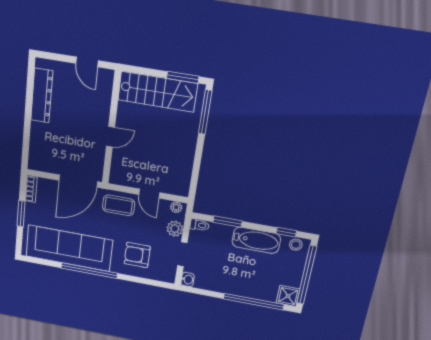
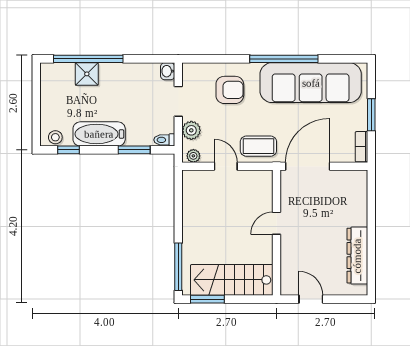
window: (307, 275) -> (36, 104), removed
shower: (288, 296) -> (87, 74), moved

